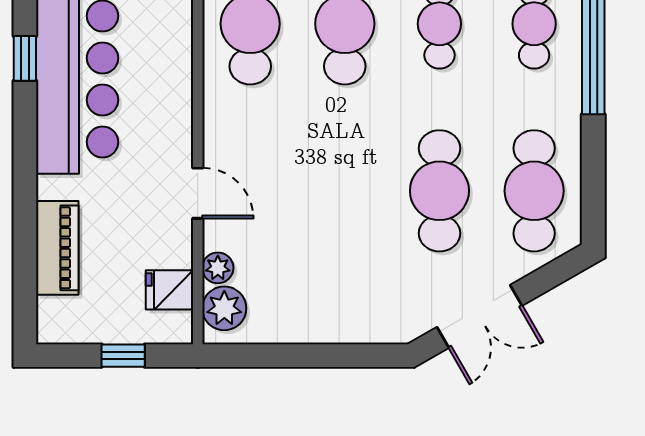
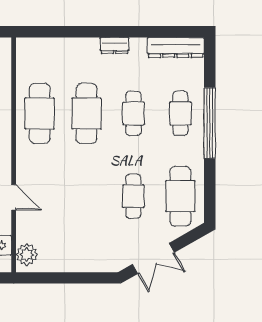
cafe table: (439, 191) -> (133, 196), width x0.73, depth x0.74
plant: (218, 268) -> (24, 234), removed

